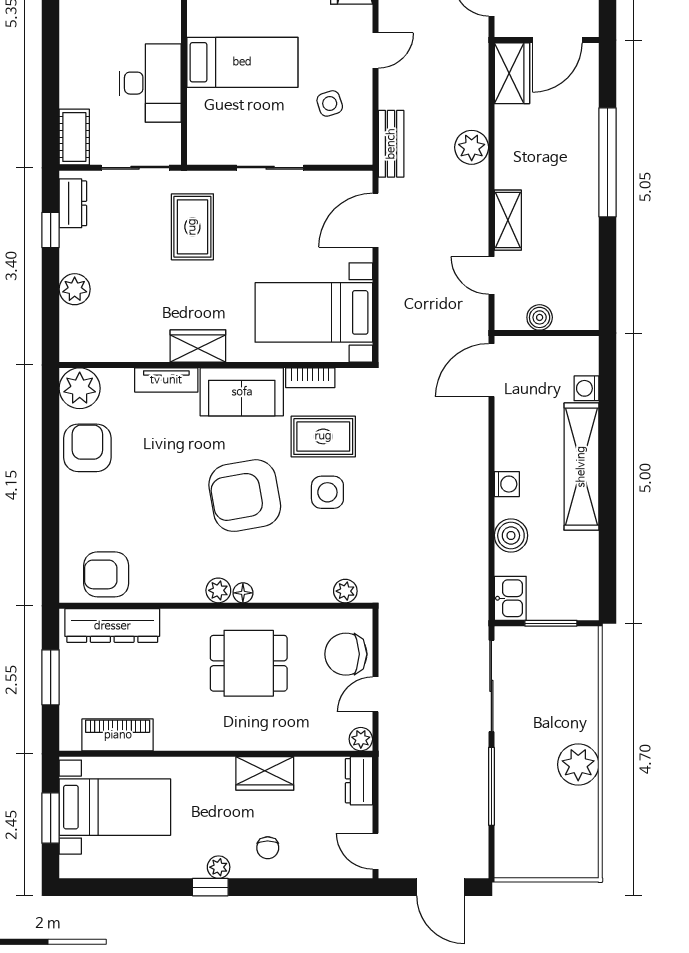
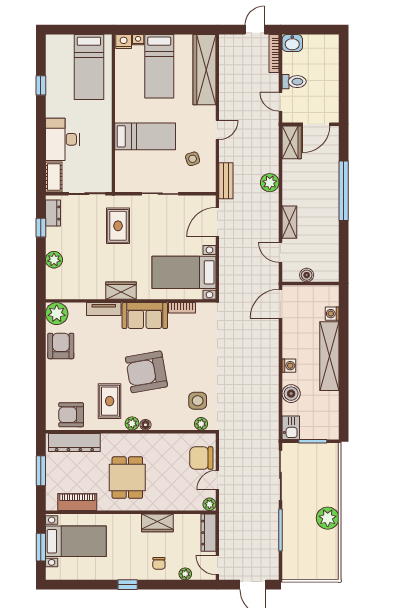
desk: (150, 83) -> (62, 139), moved, turned 180
rug: (323, 436) -> (110, 401), moved, turned 90
side table: (327, 492) -> (198, 401), moved
dining table: (249, 663) -> (127, 478), moved, turned 90
dresser: (359, 781) -> (208, 533), width x1.44
plant: (219, 867) -> (185, 574), moved

